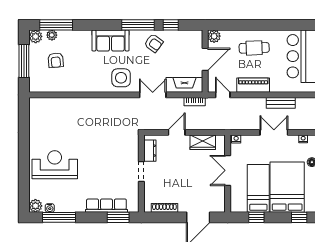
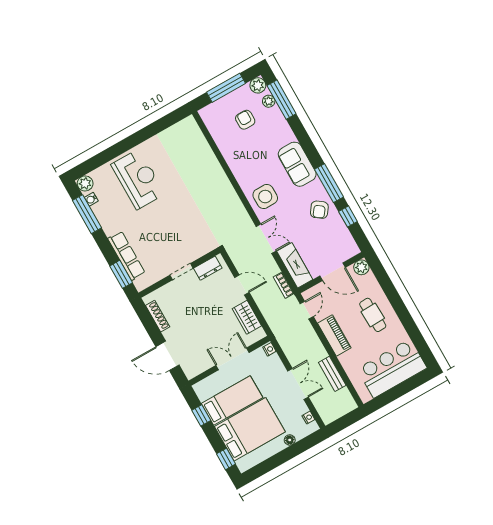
armchair: (56, 60) -> (245, 120), turned 95

